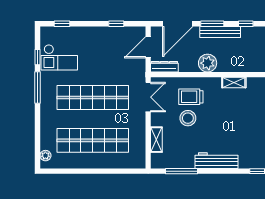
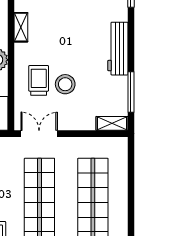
trolley: (191, 97) -> (39, 80), turned 180
shelving: (156, 140) -> (112, 123), moved

